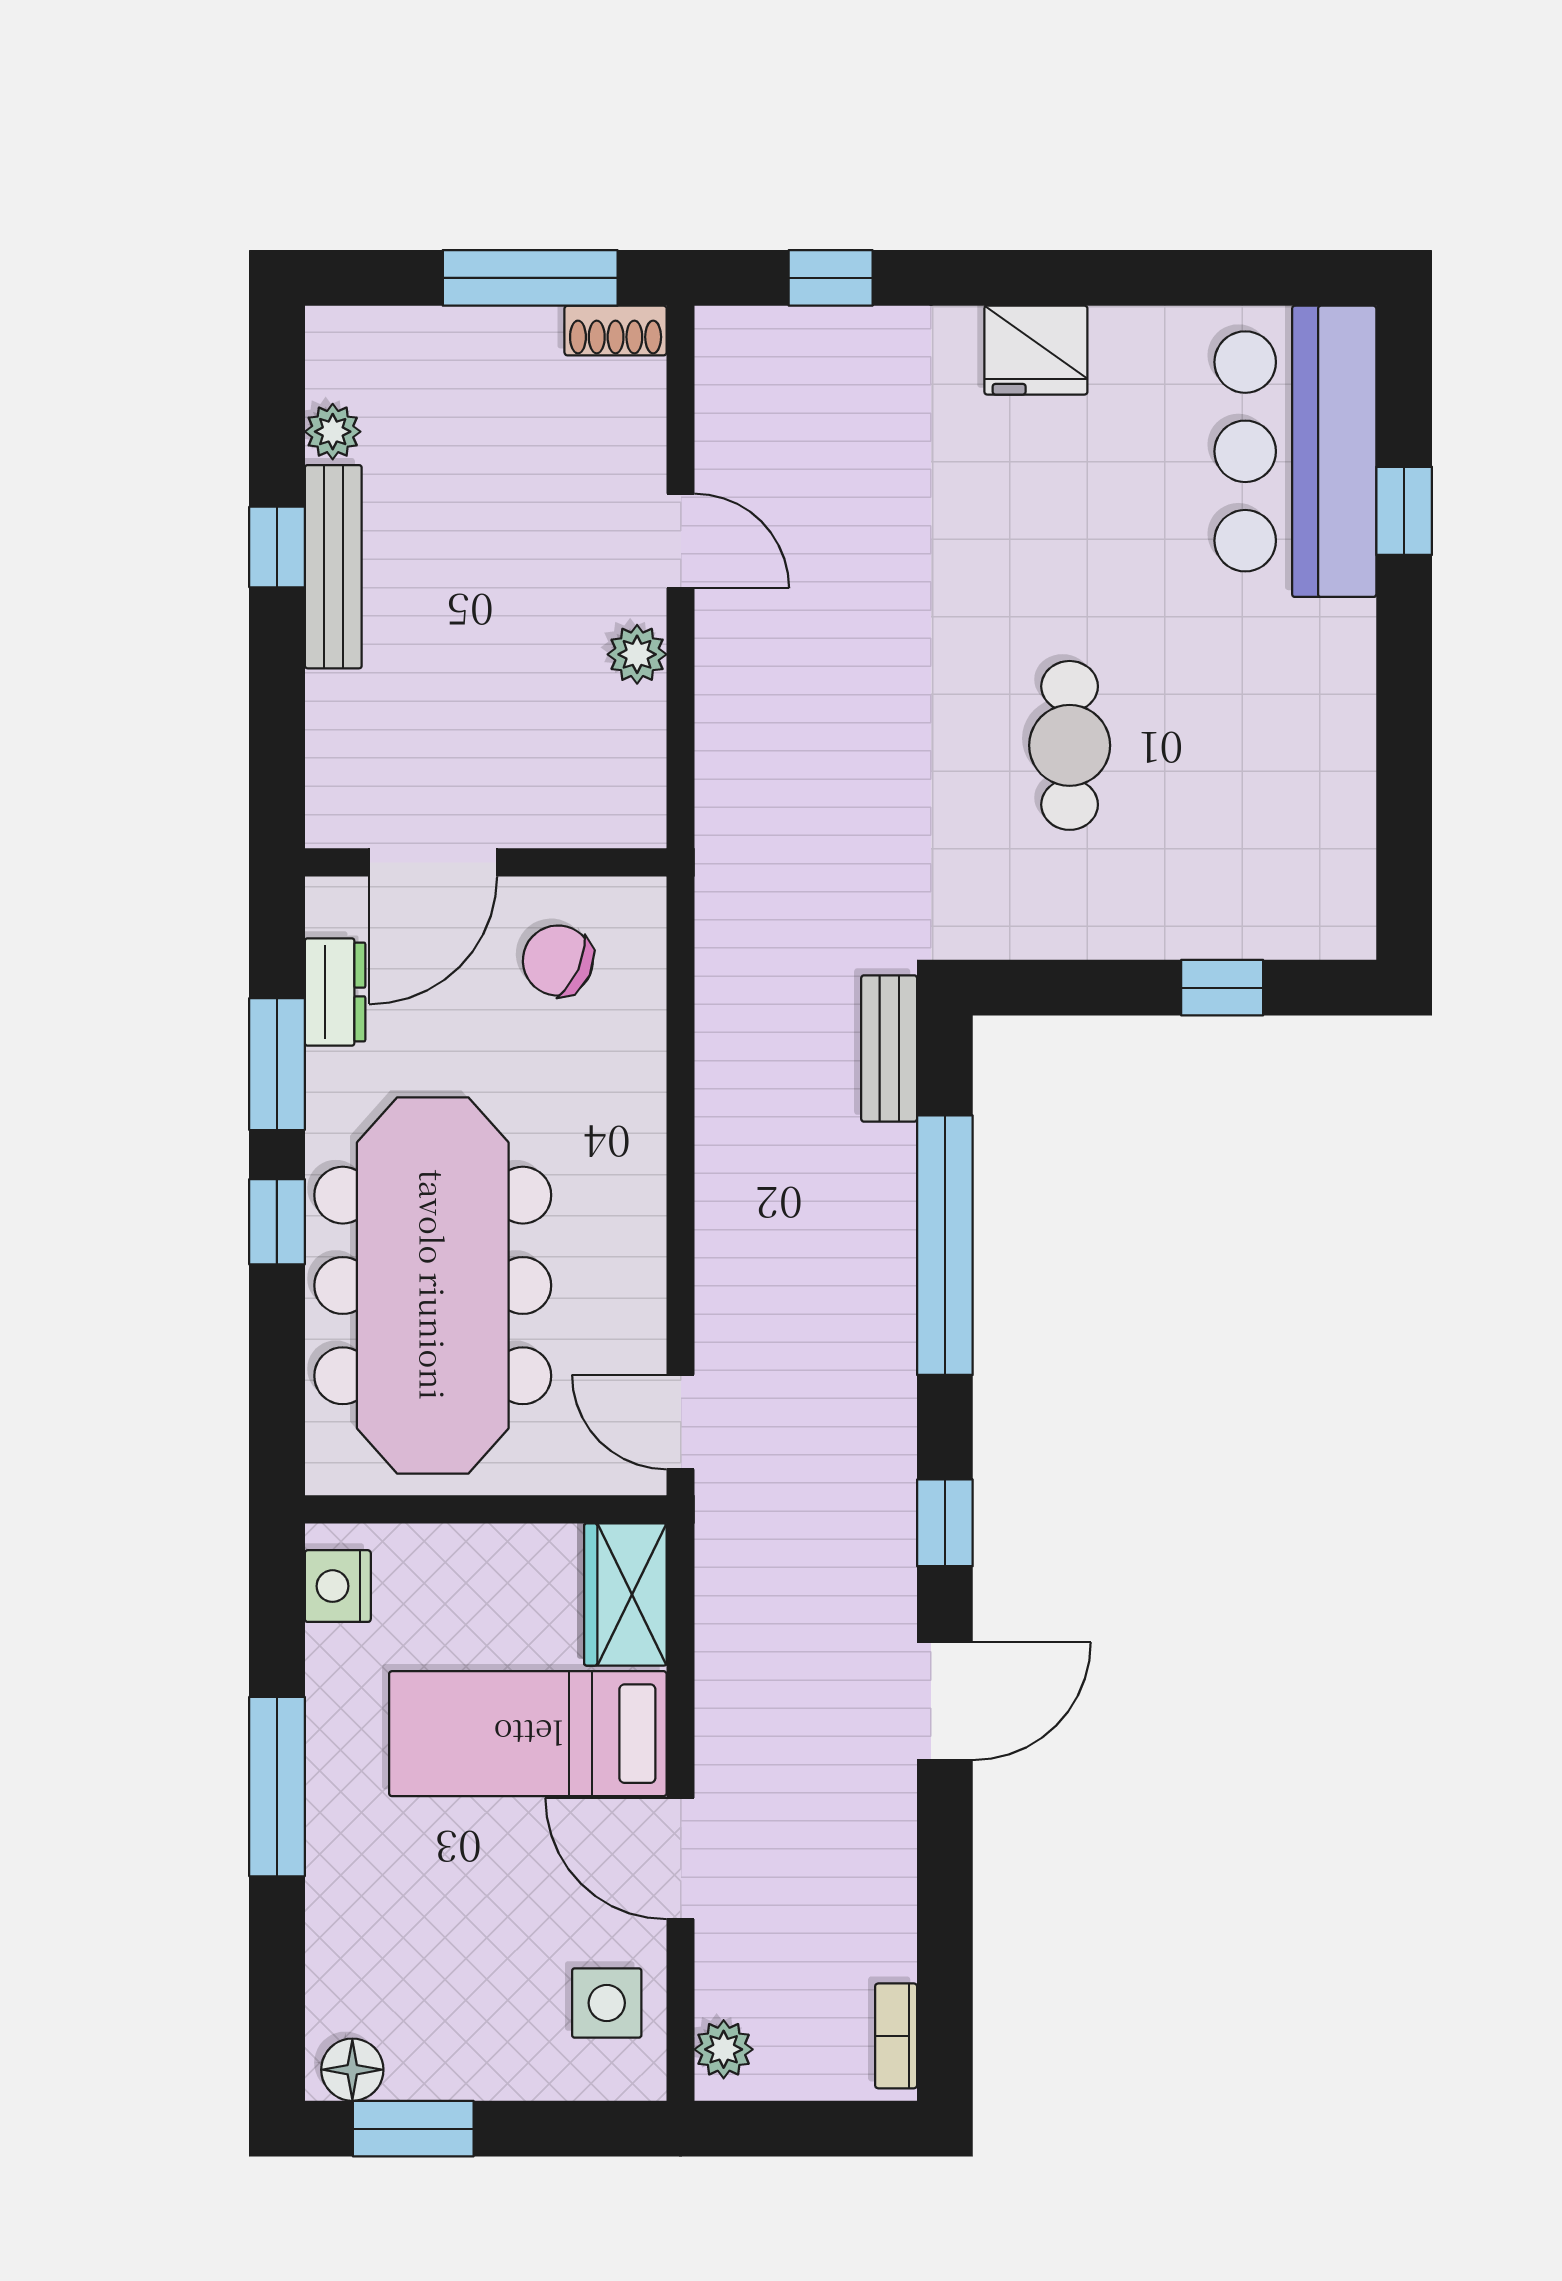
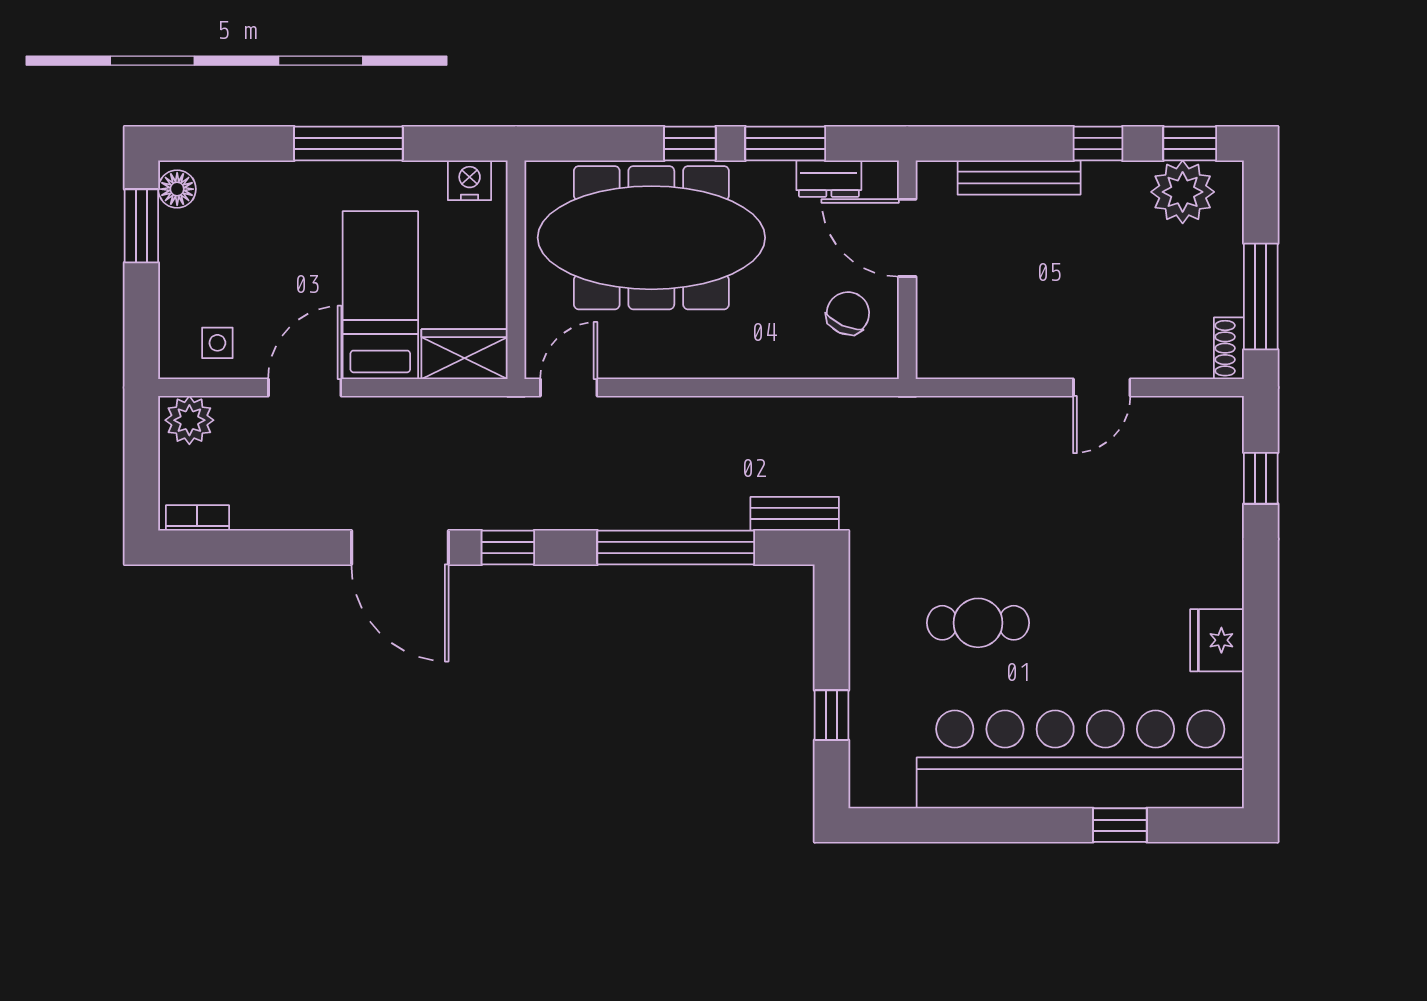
fridge: (1036, 350) -> (1217, 640), moved
window: (277, 395) -> (1190, 143), added
plant: (333, 432) -> (1183, 192), width x1.87, depth x1.87
bar counter: (1295, 451) -> (1080, 759), width x1.86
bench: (333, 567) -> (1019, 177), moved
plant: (637, 654) -> (1033, 361), removed
door: (945, 1701) -> (400, 547), width x1.36
side table: (607, 2003) -> (217, 343), width x0.73, depth x0.73
plant: (724, 2049) -> (189, 420), width x1.38, depth x1.38

